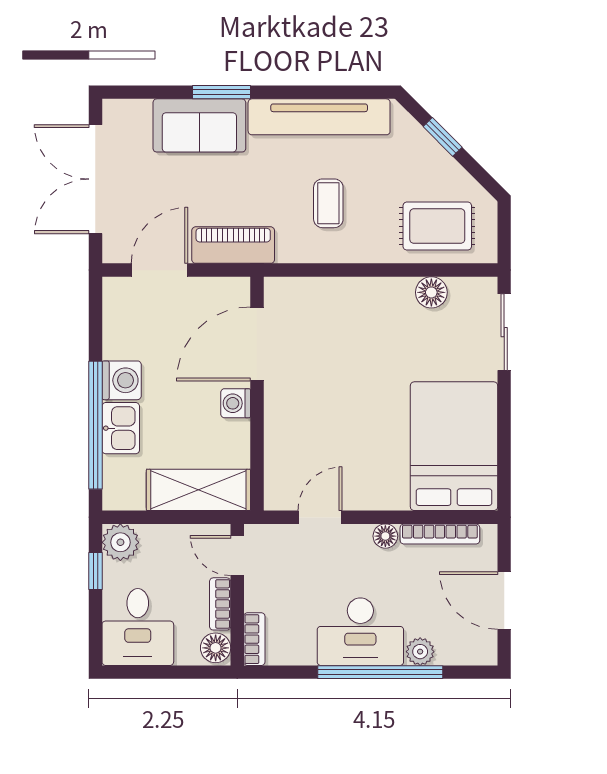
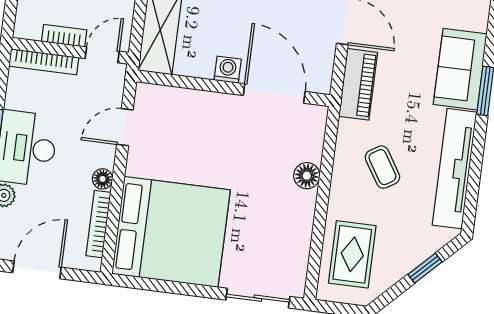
coffee table: (328, 203) -> (382, 167), turned 58
floor lamp: (431, 292) -> (307, 176), moved
bed: (454, 446) -> (171, 232), width x1.36
door: (320, 517) -> (125, 127), swing flipped
bookcase: (254, 639) -> (44, 62), width x1.56
floor lamp: (216, 648) -> (28, 27), removed

